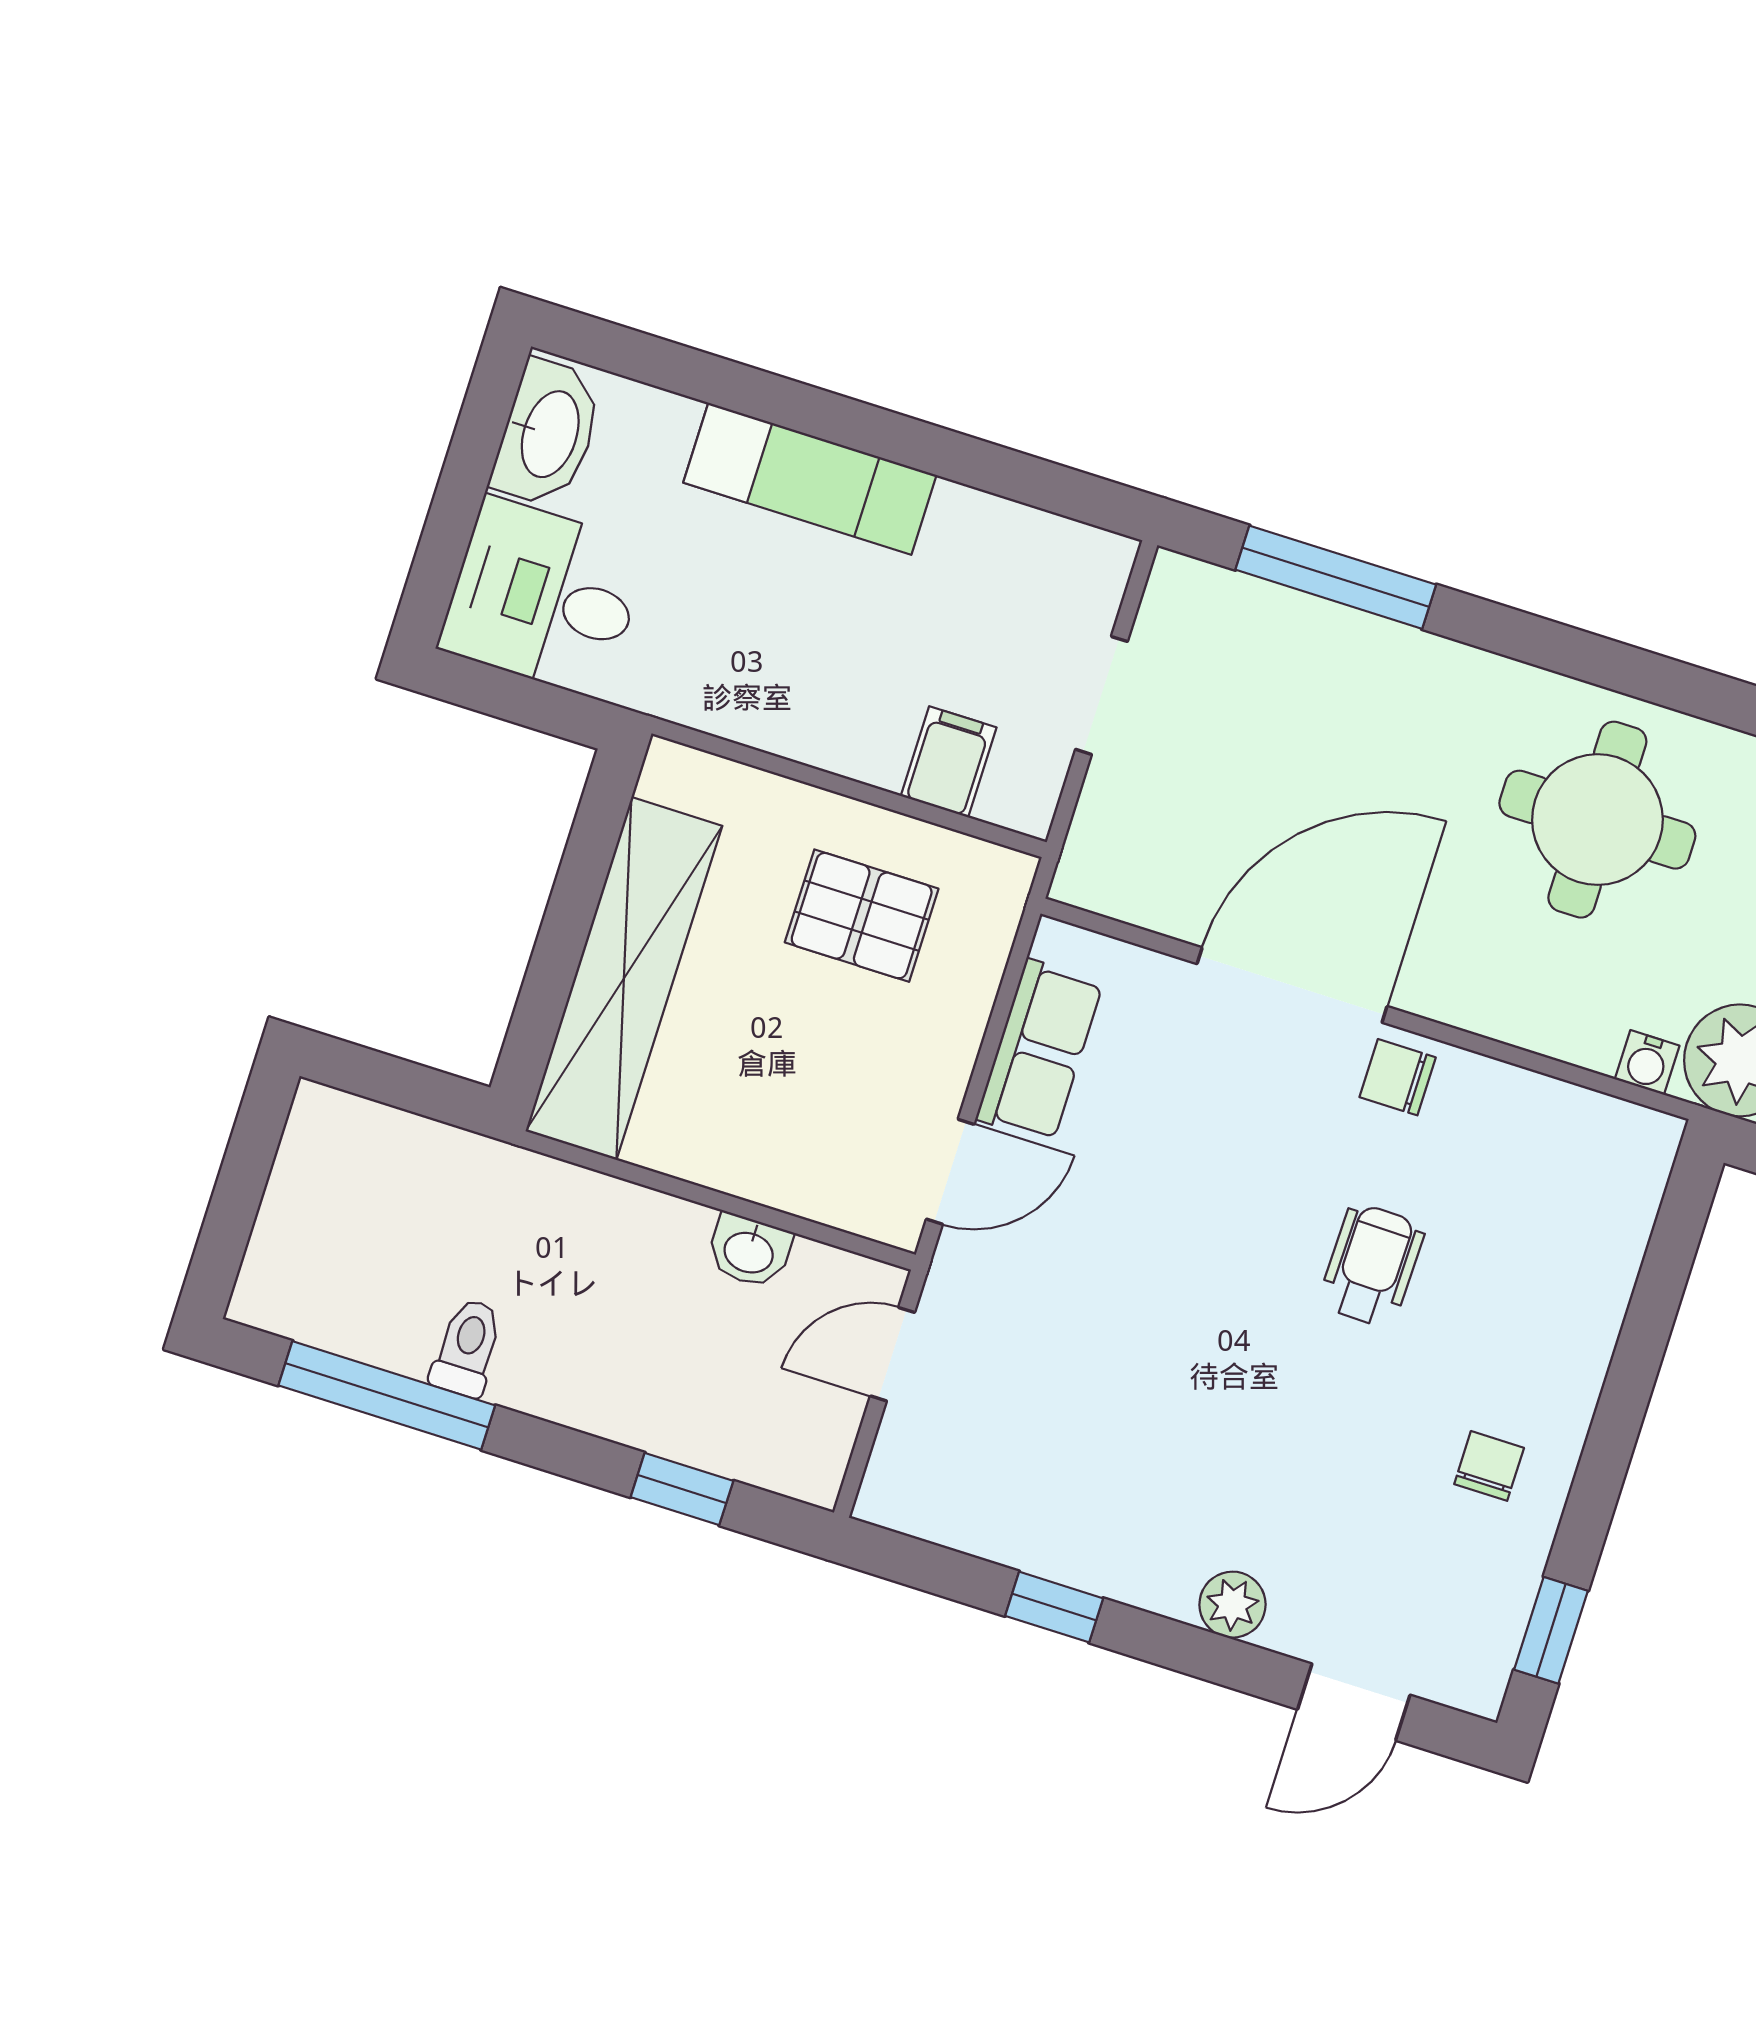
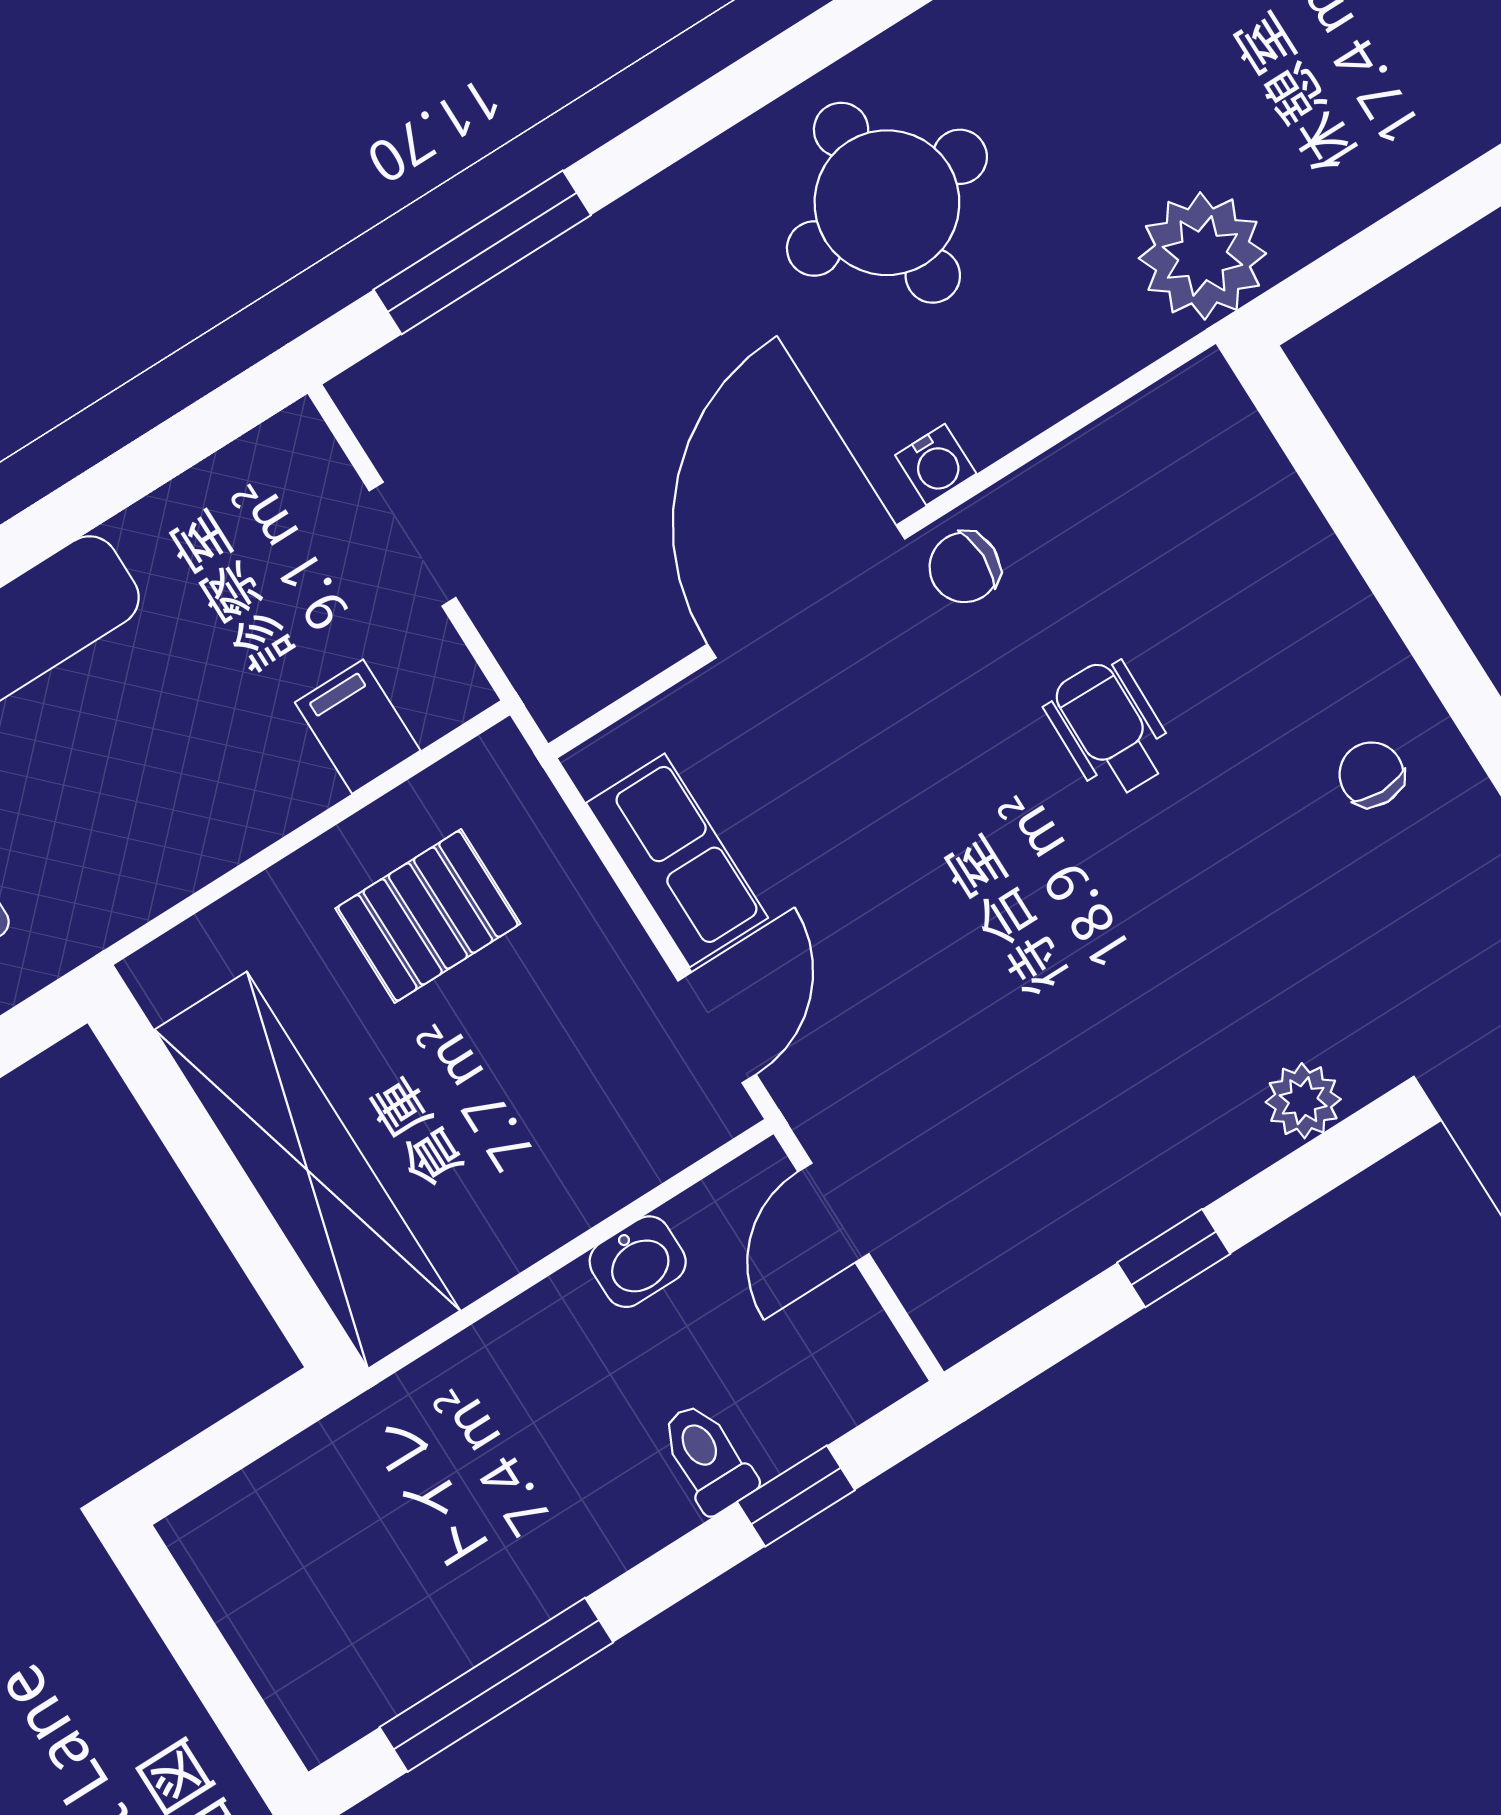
water cooler: (1647, 1062) -> (936, 464), moved
toilet: (467, 1348) -> (707, 1458), moved

